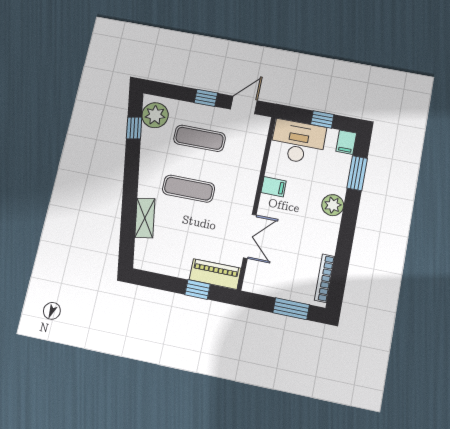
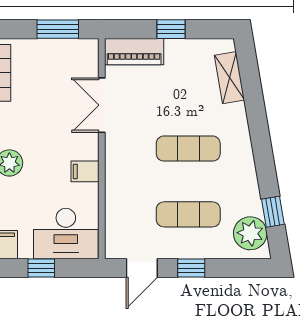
shelving: (145, 218) -> (230, 78), moved
window: (198, 289) -> (171, 29), moved
window: (291, 309) -> (58, 29), moved

